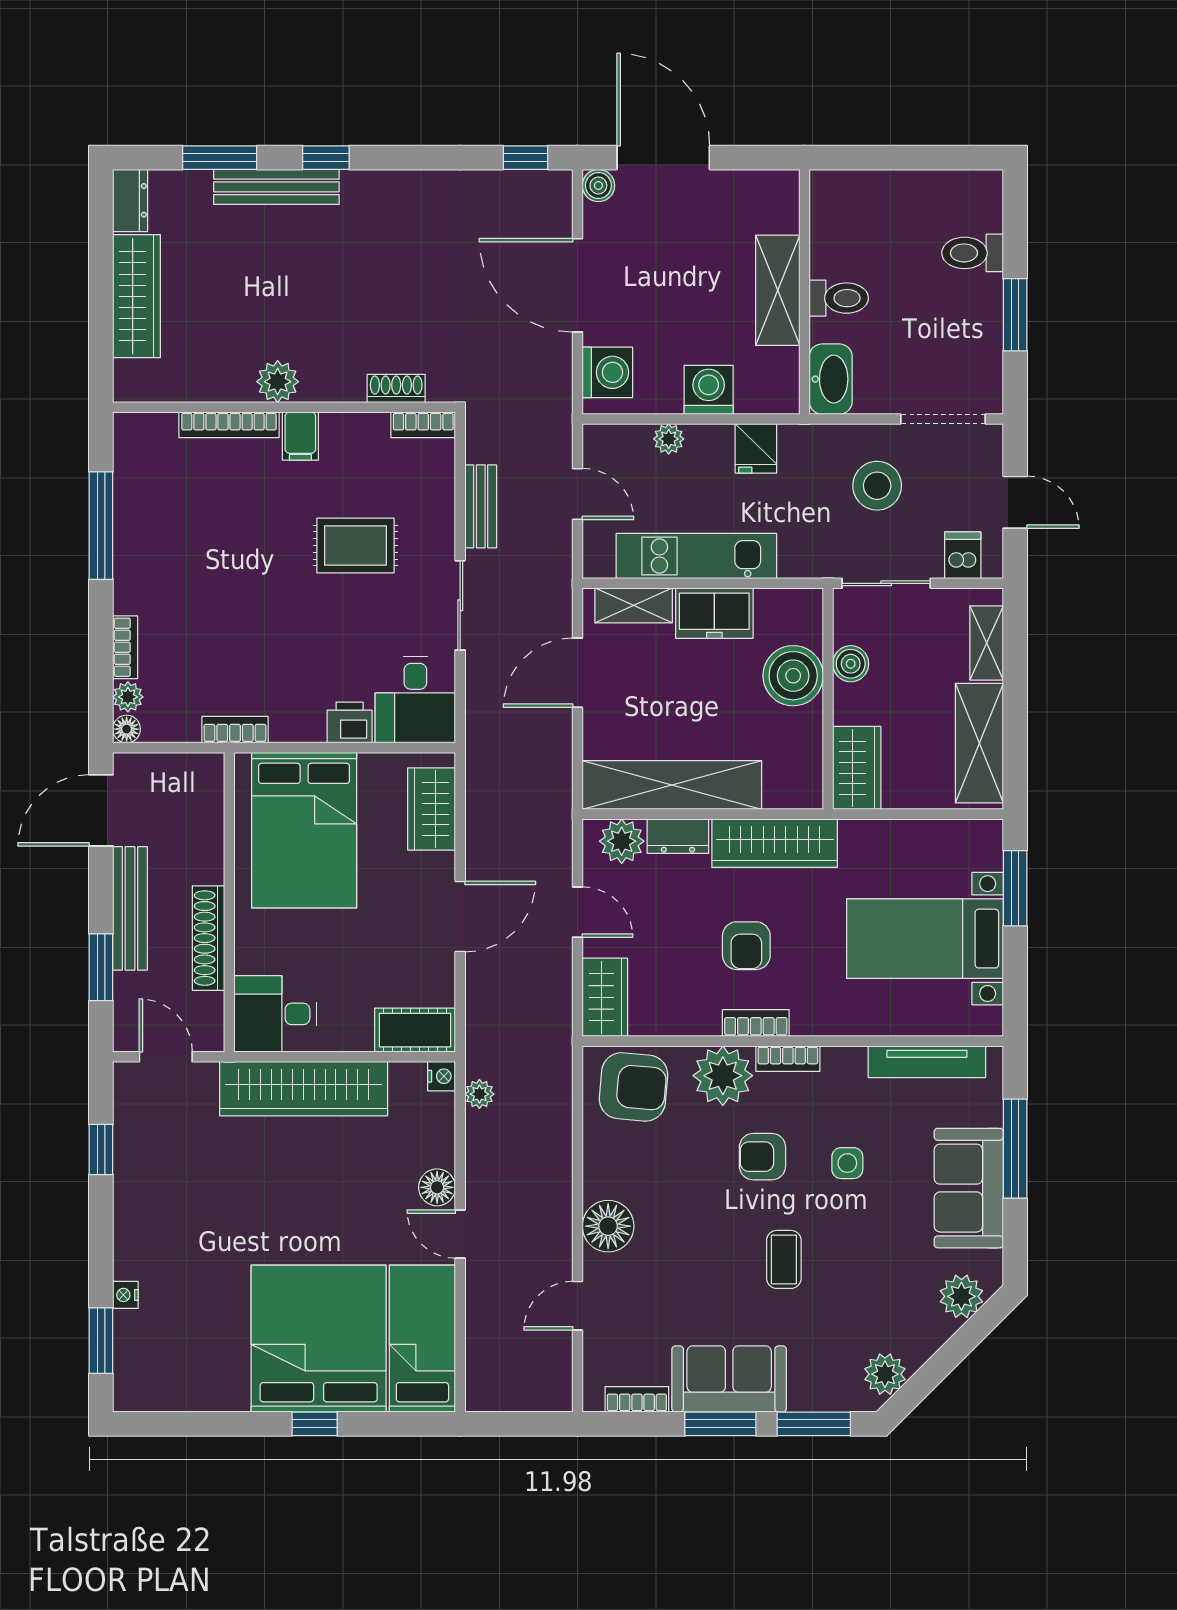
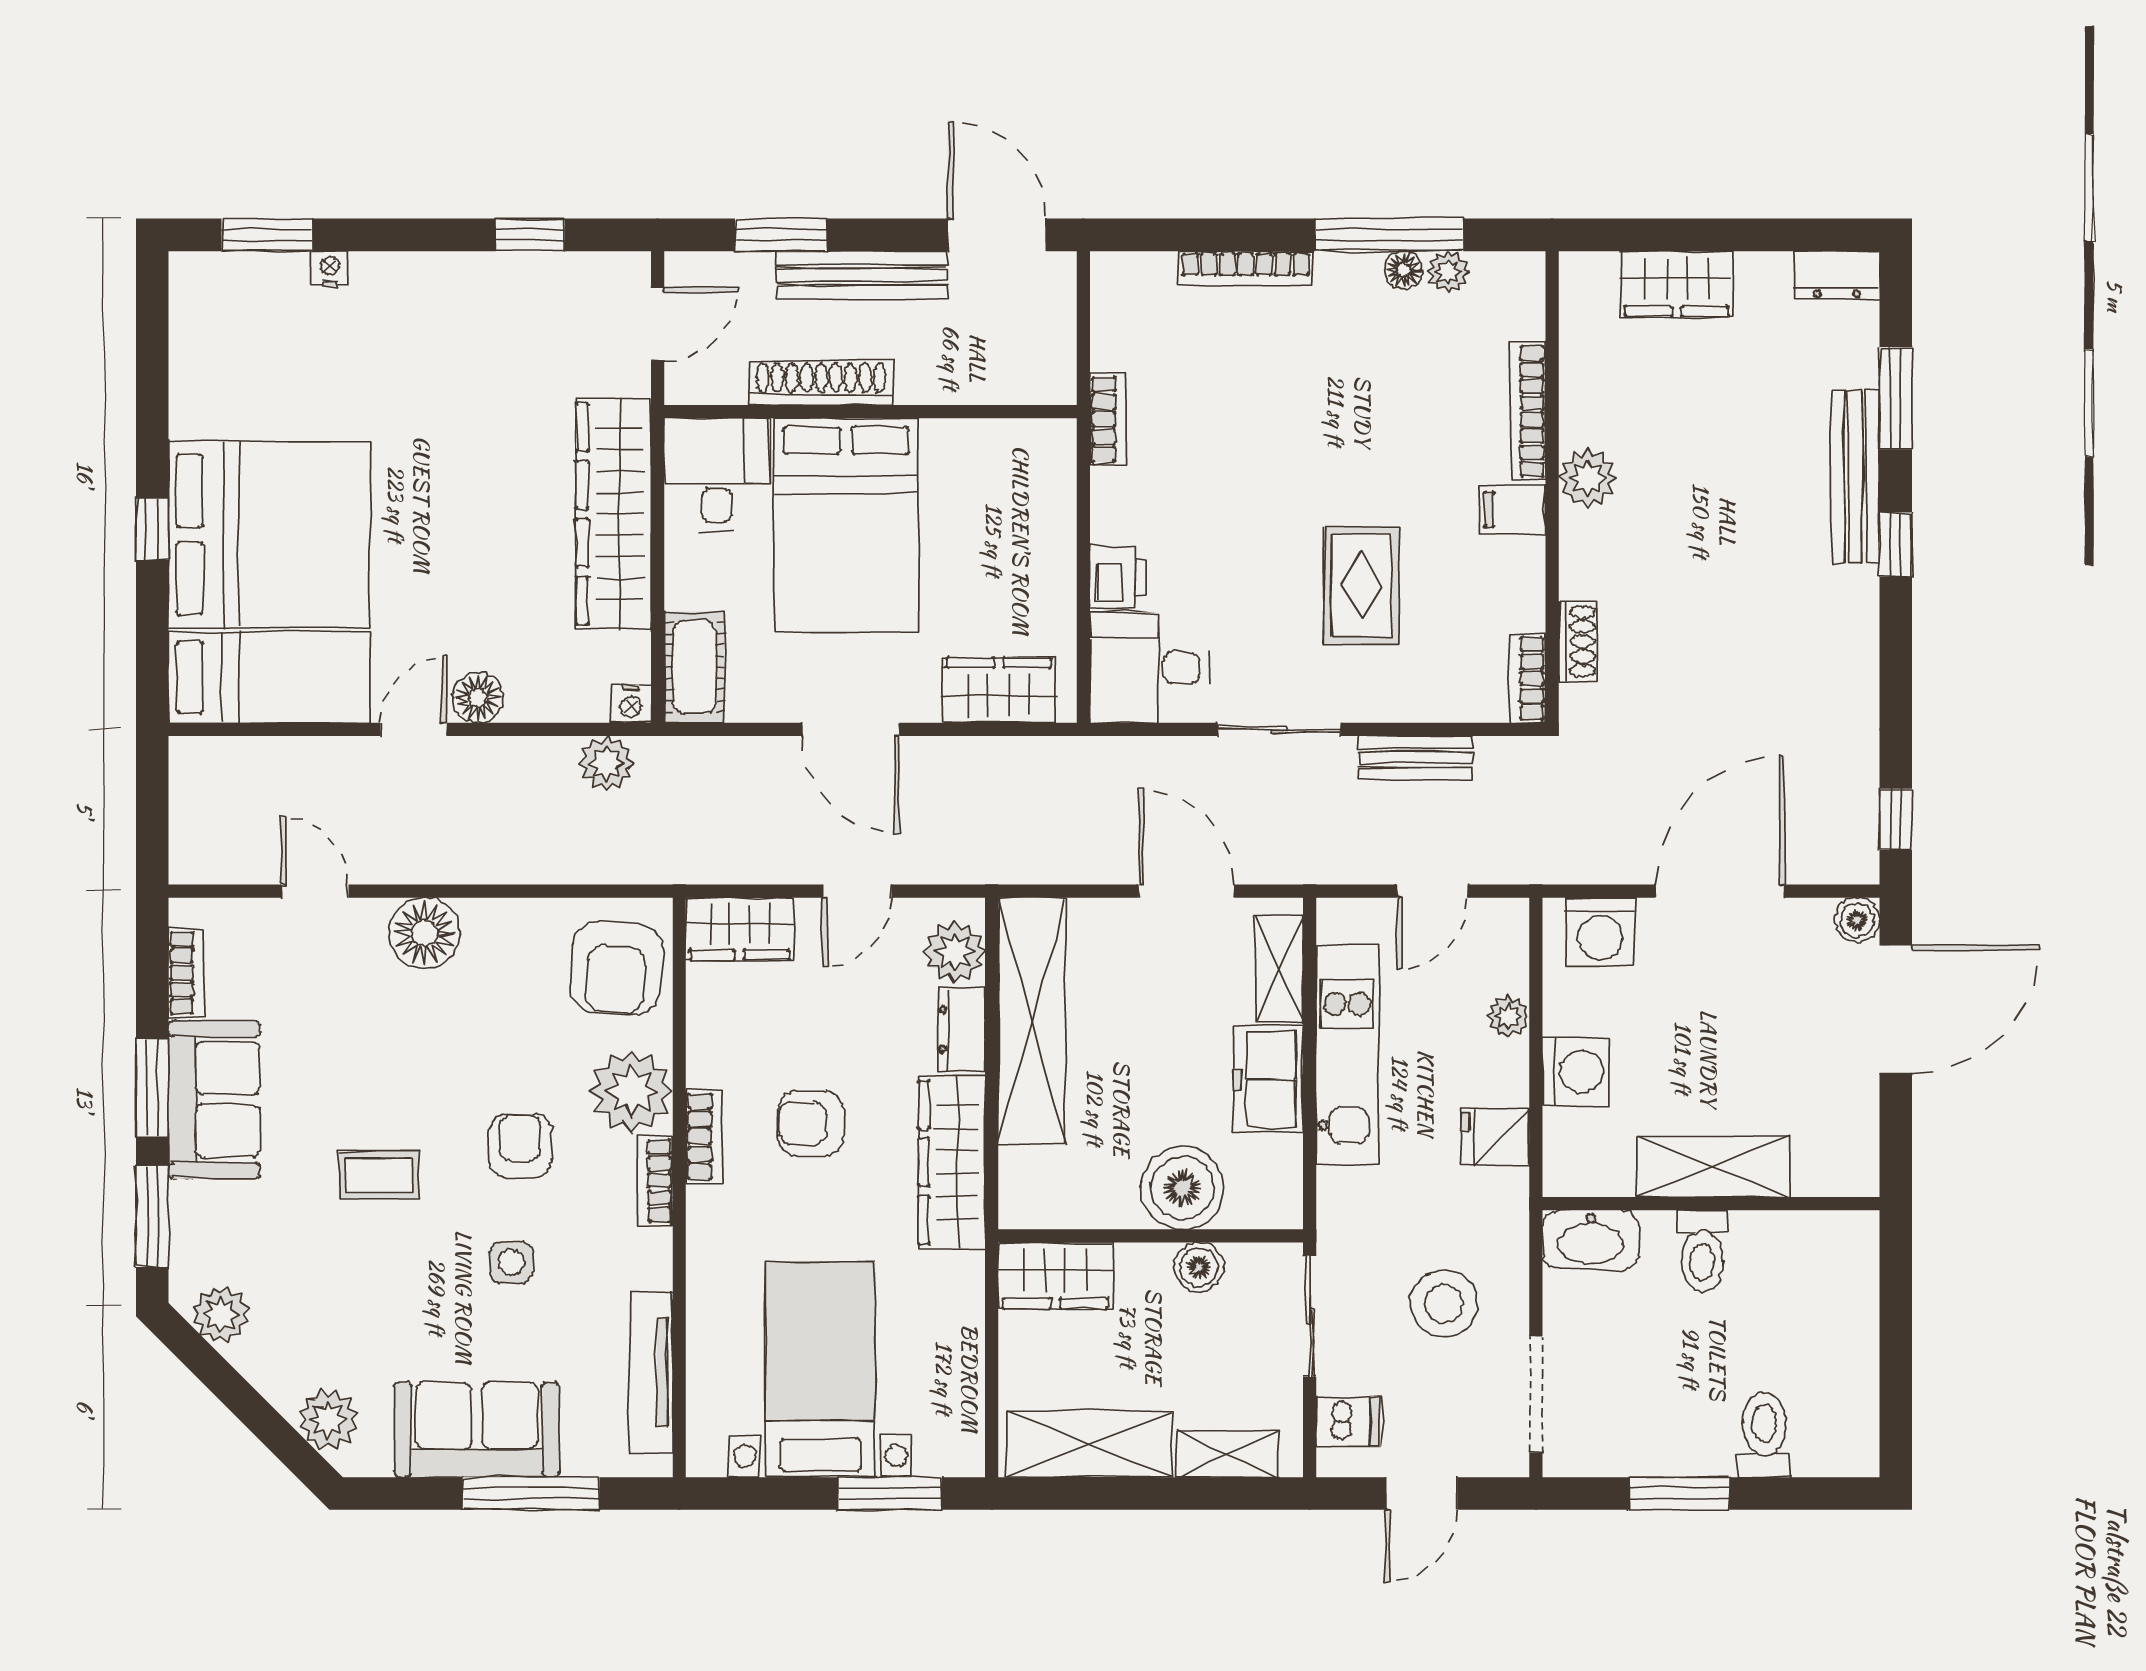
wardrobe: (136, 296) -> (1677, 284), width x0.67
bookcase: (125, 647) -> (1246, 268), width x1.56
plant: (128, 697) -> (1448, 272), moved
floor lamp: (127, 729) -> (1403, 270), moved
bed: (304, 830) -> (846, 525), moved, turned -90
plant: (479, 1094) -> (606, 763), width x1.38, depth x1.38

